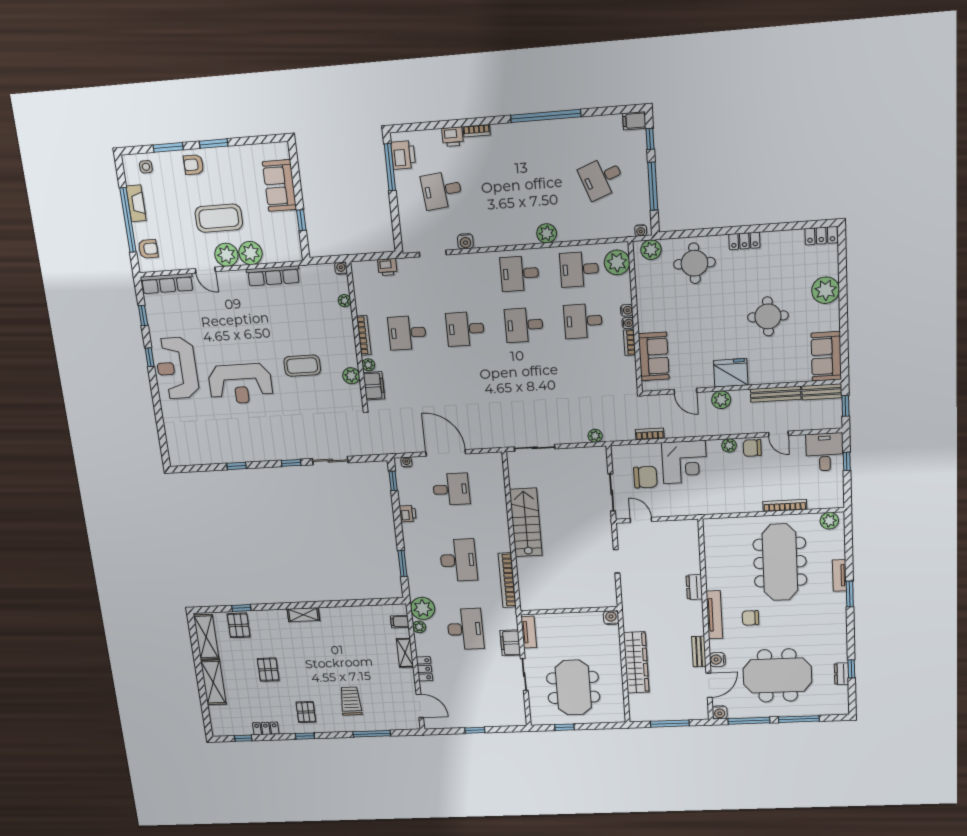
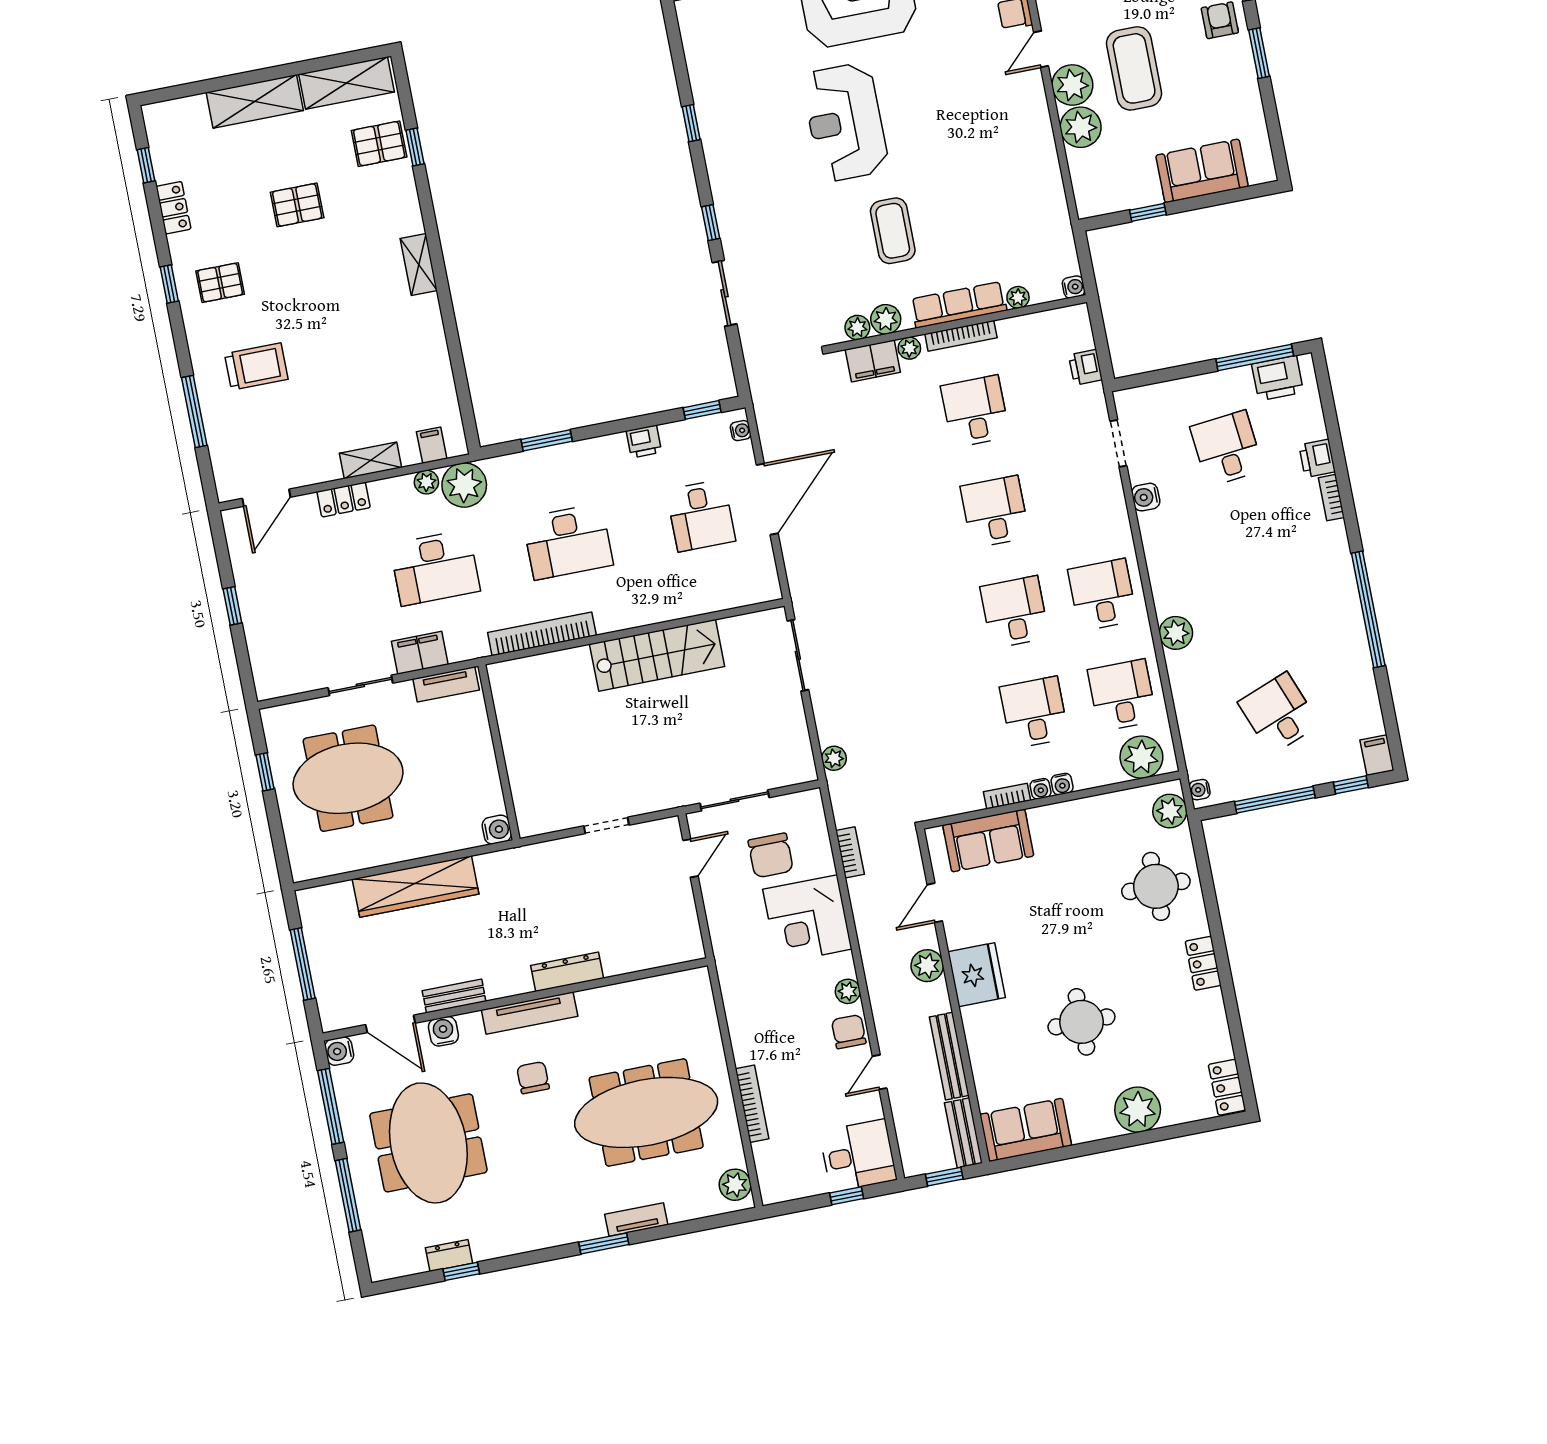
row of seats: (273, 276) -> (959, 305), moved, turned 90
plant: (355, 392) -> (857, 328), added
dresser: (694, 587) -> (567, 972), width x1.44

